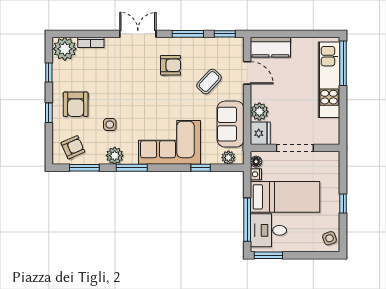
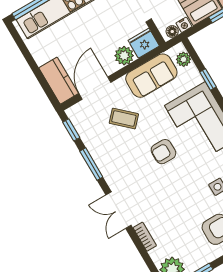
bookcase: (91, 42) -> (145, 237), moved
armchair: (171, 65) -> (163, 152), moved, turned -90
door: (247, 73) -> (95, 88), width x1.38

